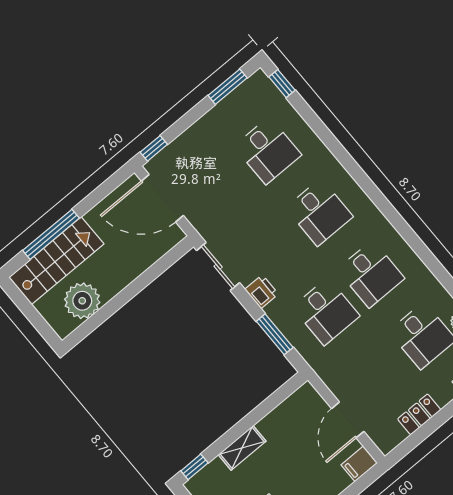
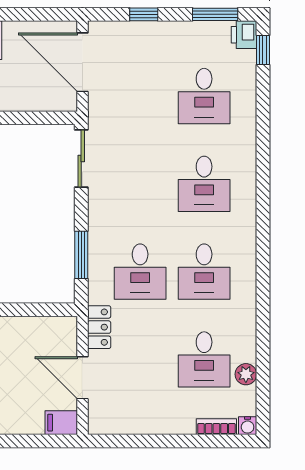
window: (154, 148) -> (144, 14), moved
printer: (262, 292) -> (244, 35), moved, turned 180
locker: (419, 414) -> (99, 327), moved, turned 90
door: (348, 420) -> (82, 378), hinge flipped

